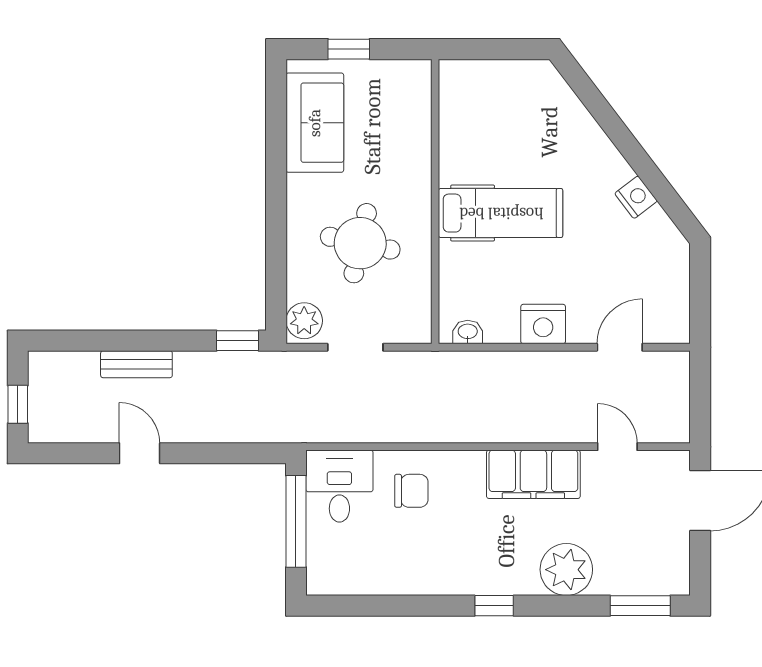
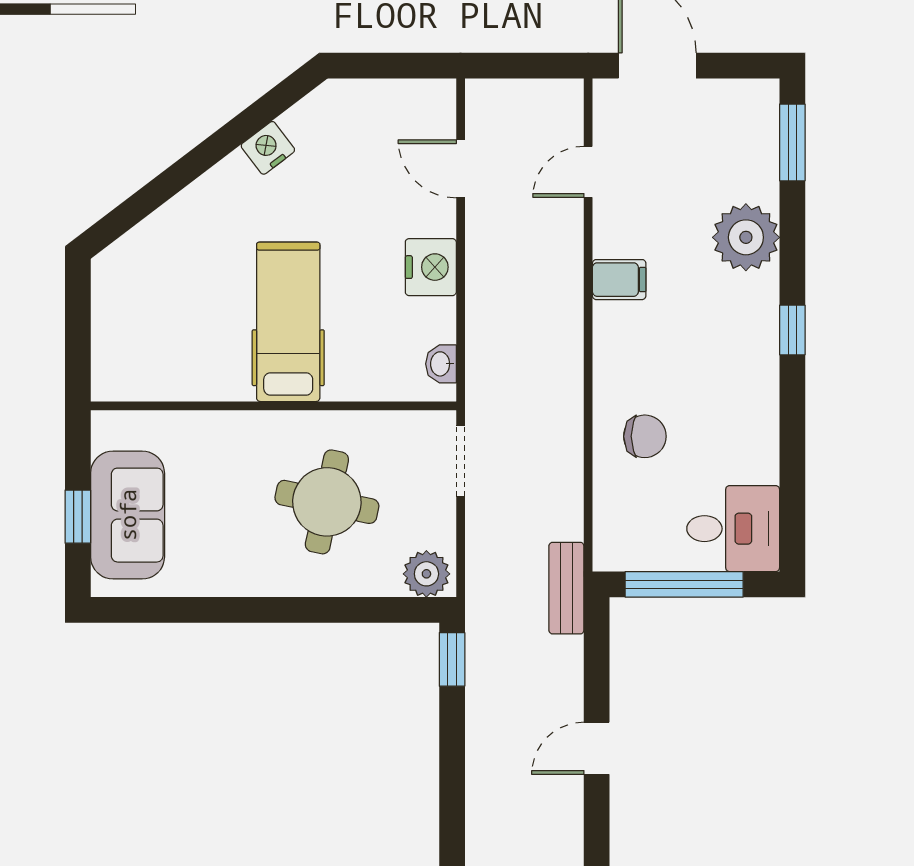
sofa: (315, 123) -> (128, 515), moved, turned 90
doorway: (355, 347) -> (461, 461), moved
bench: (136, 364) -> (566, 588), moved
door: (140, 453) -> (597, 748), moved
filing cabinet: (533, 474) -> (619, 280), width x0.33, depth x0.86
desk: (339, 486) -> (733, 529), moved, turned 180
chair: (411, 491) -> (645, 436), turned 90

